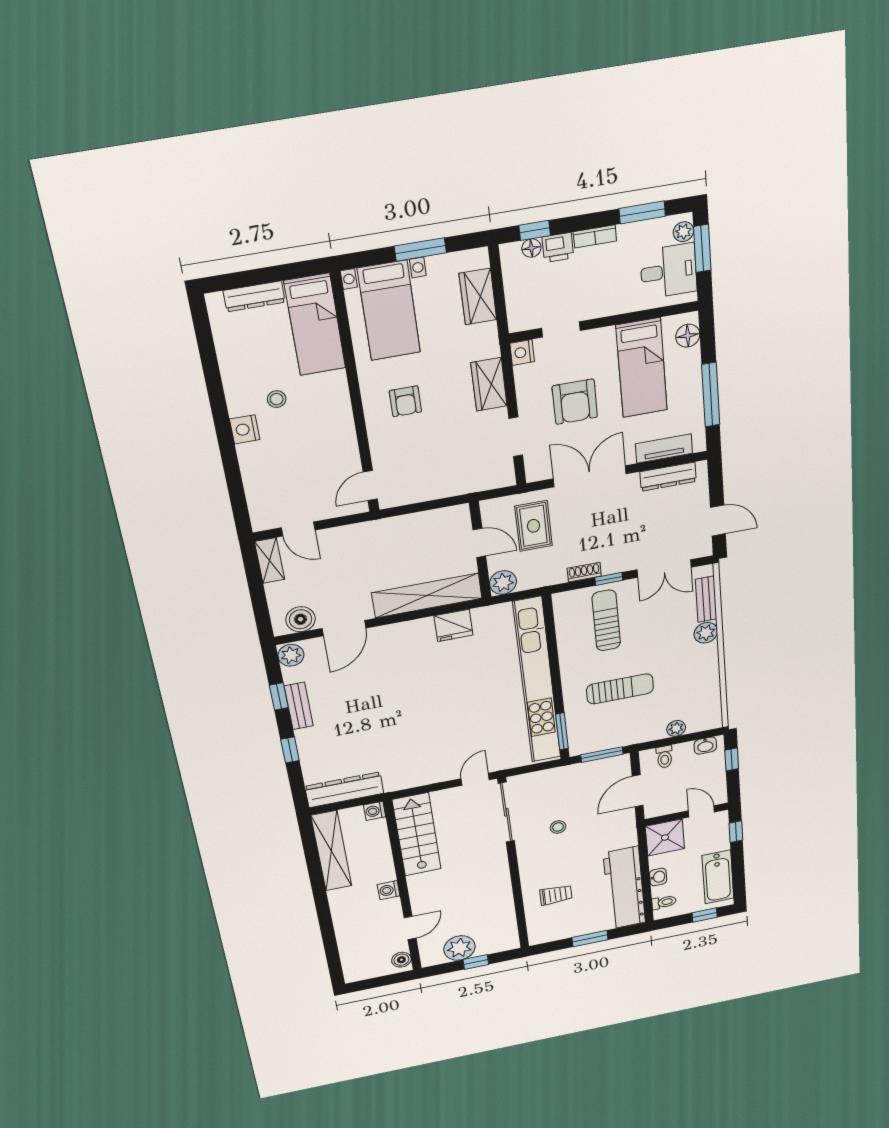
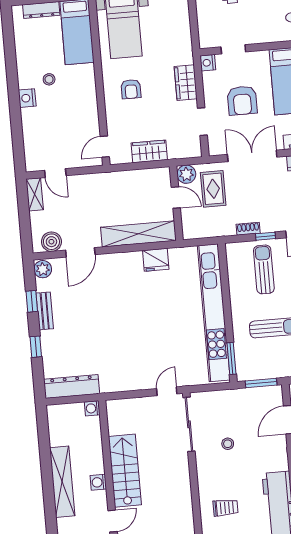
wardrobe: (478, 297) -> (149, 151), moved, turned 90
plant: (503, 582) -> (186, 174), moved
stairs: (417, 835) -> (125, 471), moved
shelving: (331, 851) -> (62, 482), moved

